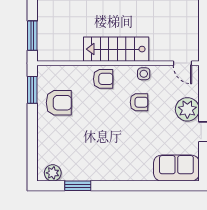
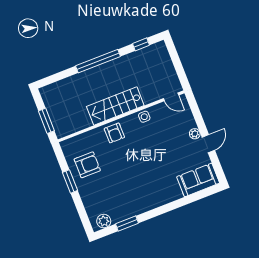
armchair: (103, 79) -> (114, 133), turned 90
window: (32, 90) -> (70, 181), moved
armchair: (139, 102) -> (149, 140), removed
plant: (187, 109) -> (195, 134), width x0.53, depth x0.53

